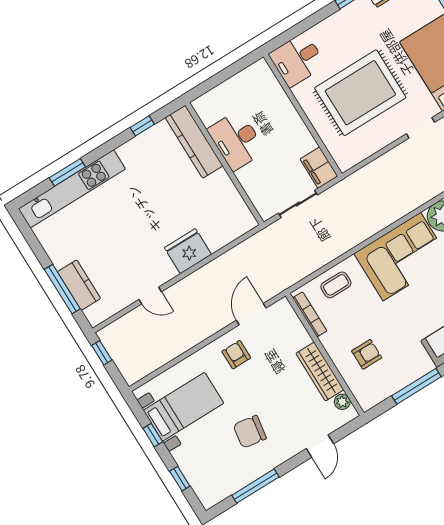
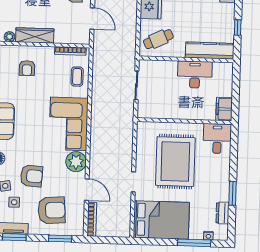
filing cabinet: (319, 168) -> (224, 109), moved, turned -90
cafe table: (222, 215) -> (158, 39), added

